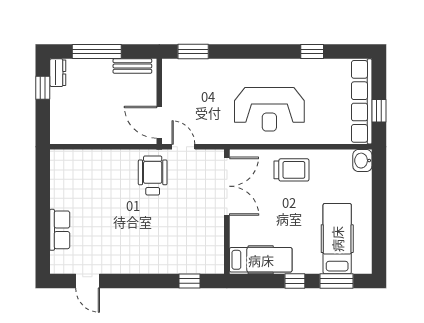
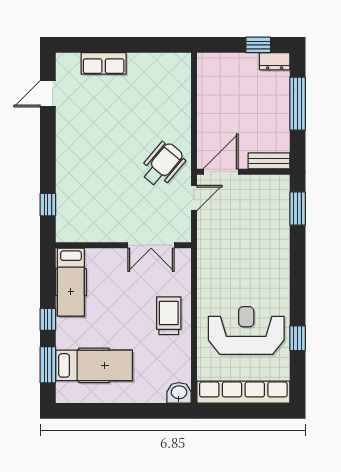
bench: (132, 66) -> (269, 161), moved, turned 90
reception desk: (269, 109) -> (246, 331), moved, turned 90
window: (379, 111) -> (233, 411), removed
trolley: (291, 170) -> (169, 316), turned 180
wheelchair: (153, 176) -> (163, 165), turned -50
double door: (227, 186) -> (151, 245), width x0.73

